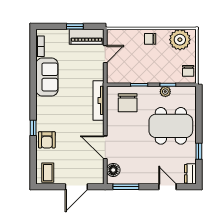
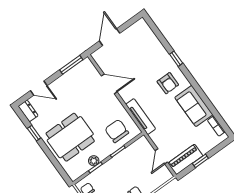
armchair: (47, 140) -> (168, 83), moved, turned 180
floor lamp: (113, 170) -> (90, 71), removed
coffee table: (48, 173) -> (140, 32), removed

